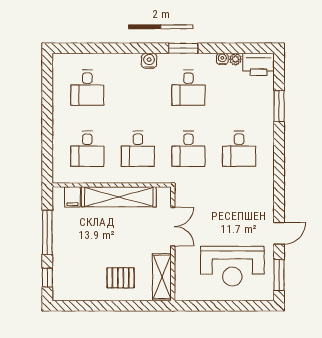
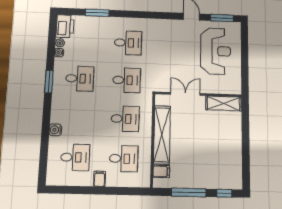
water cooler: (149, 61) -> (55, 130), moved
filing cabinet: (62, 119) -> (99, 179), added
pallet: (121, 278) -> (224, 135), removed

